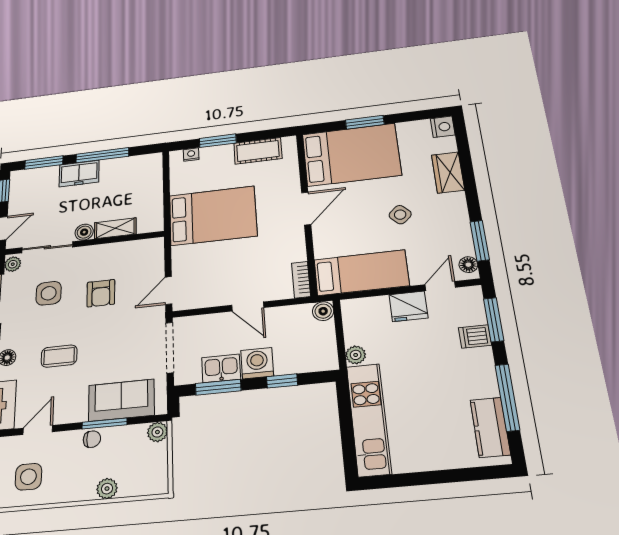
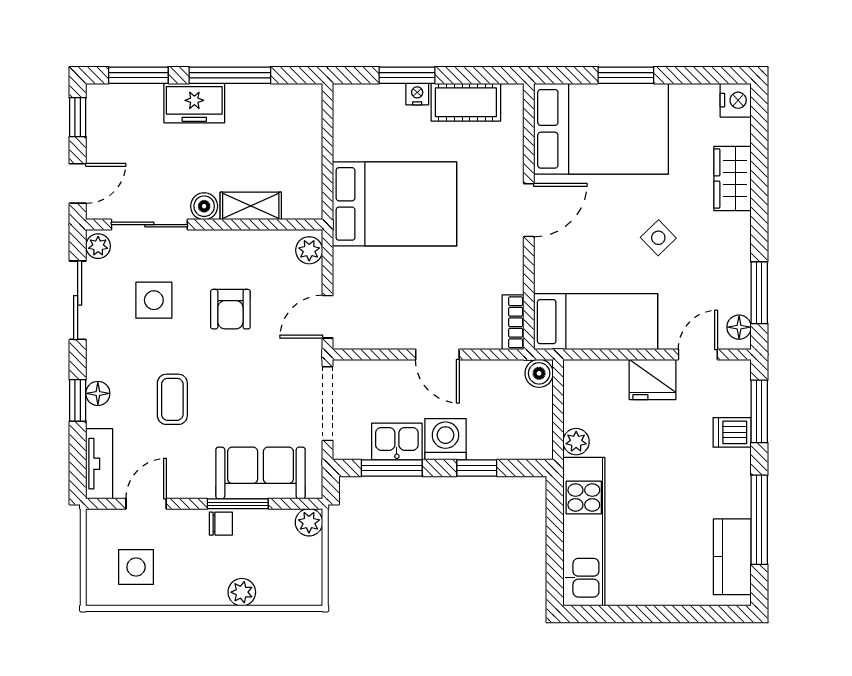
nightstand: (191, 155) -> (417, 94), moved
plant: (155, 250) -> (309, 250), added
coffee table: (59, 356) -> (172, 399), turned 90

